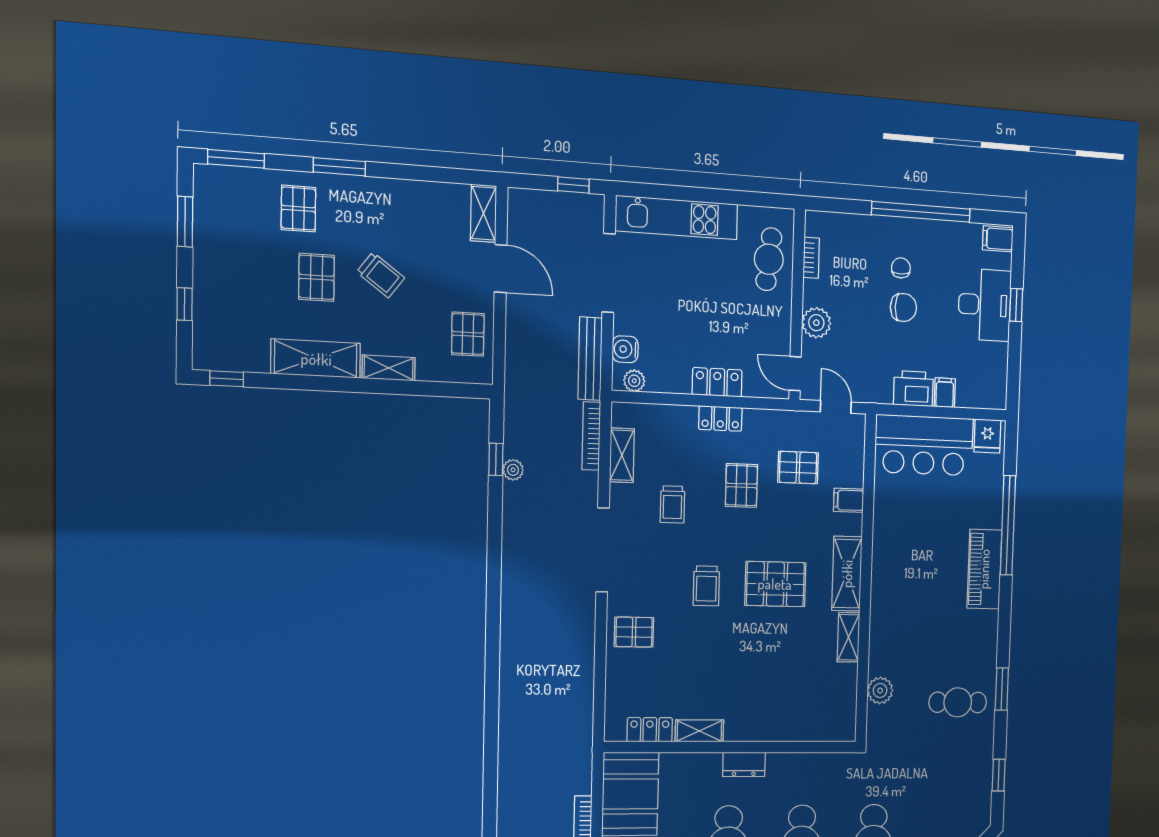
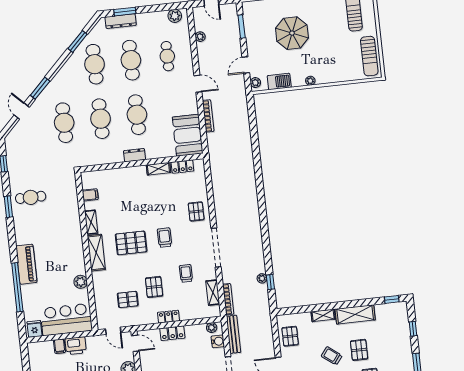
filing cabinet: (849, 500) -> (90, 195), moved
pallet: (634, 632) -> (196, 211), turned 90
plant: (880, 690) -> (81, 282), moved

